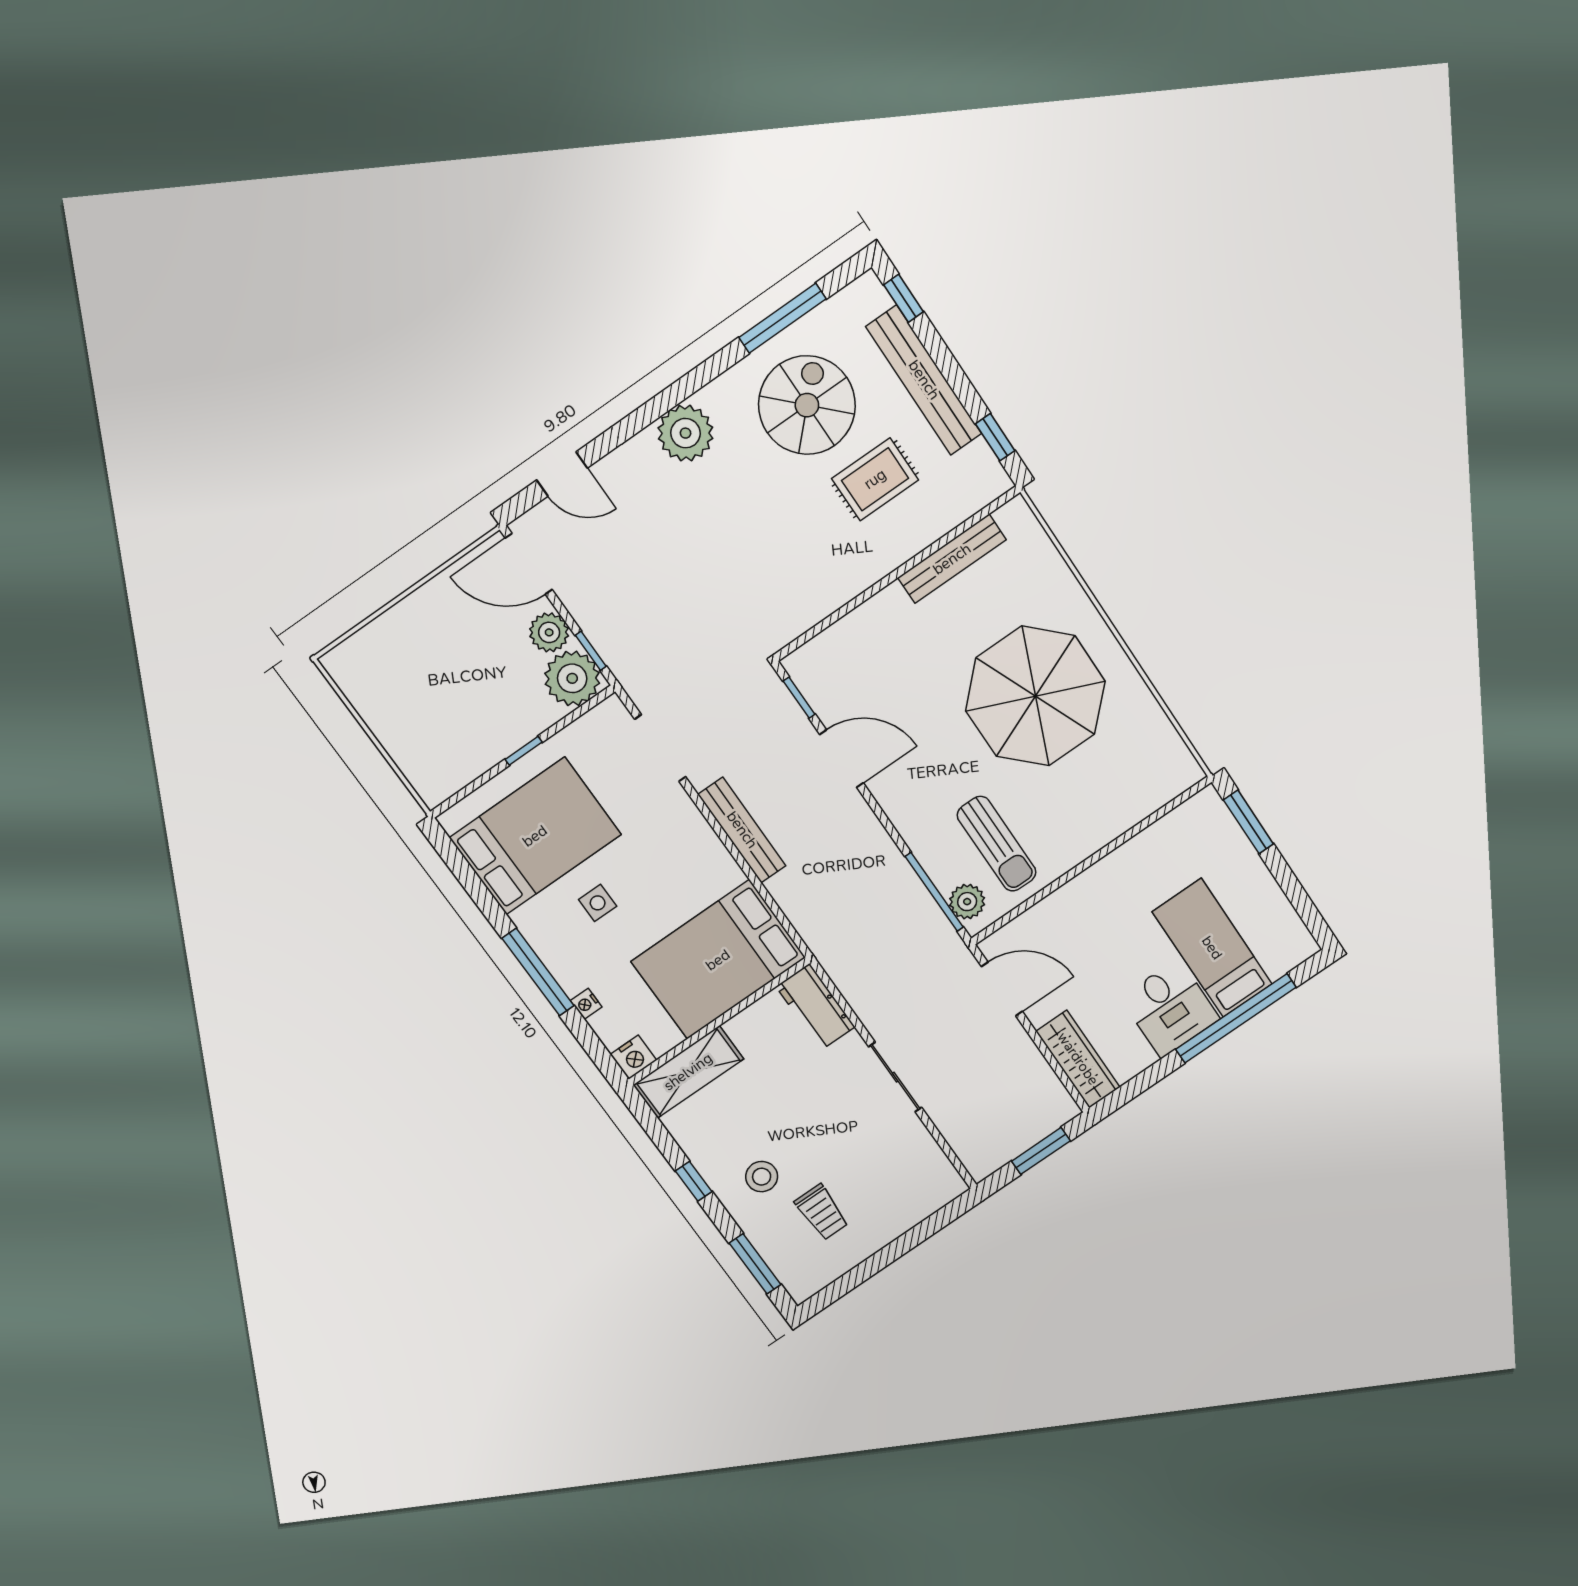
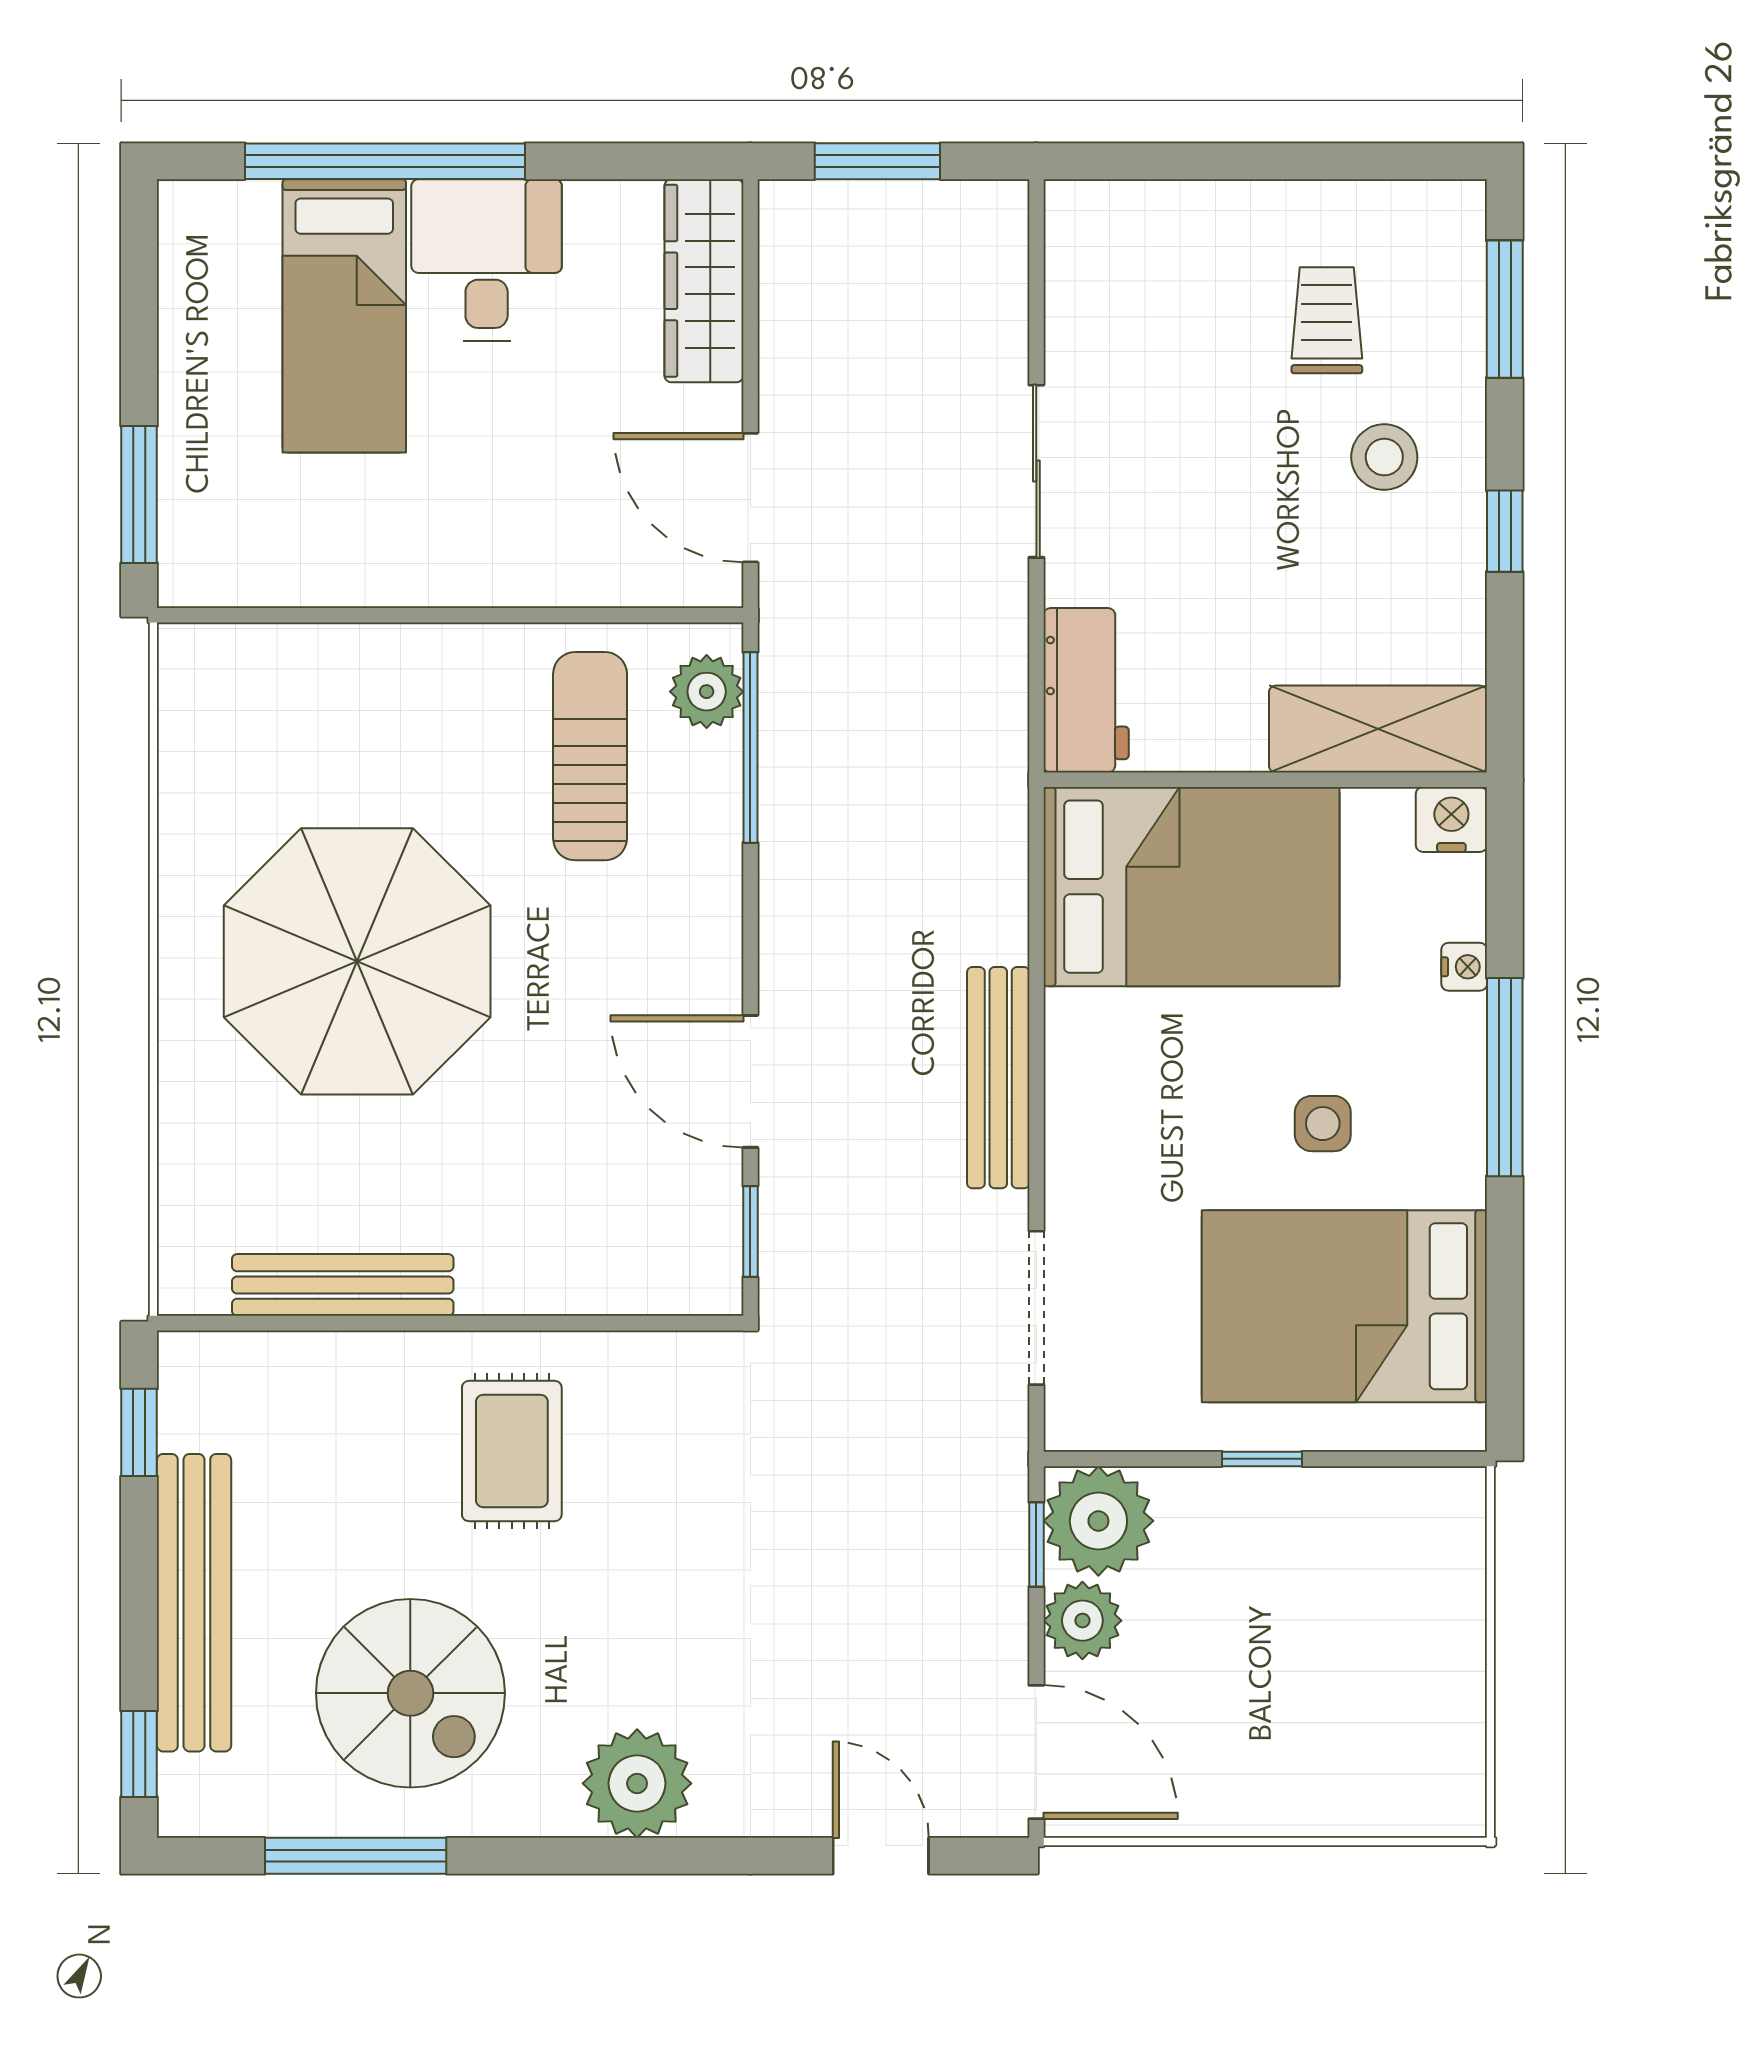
spiral stairs: (807, 405) -> (410, 1693), turned -90
rug: (875, 479) -> (512, 1451), moved, turned 90

